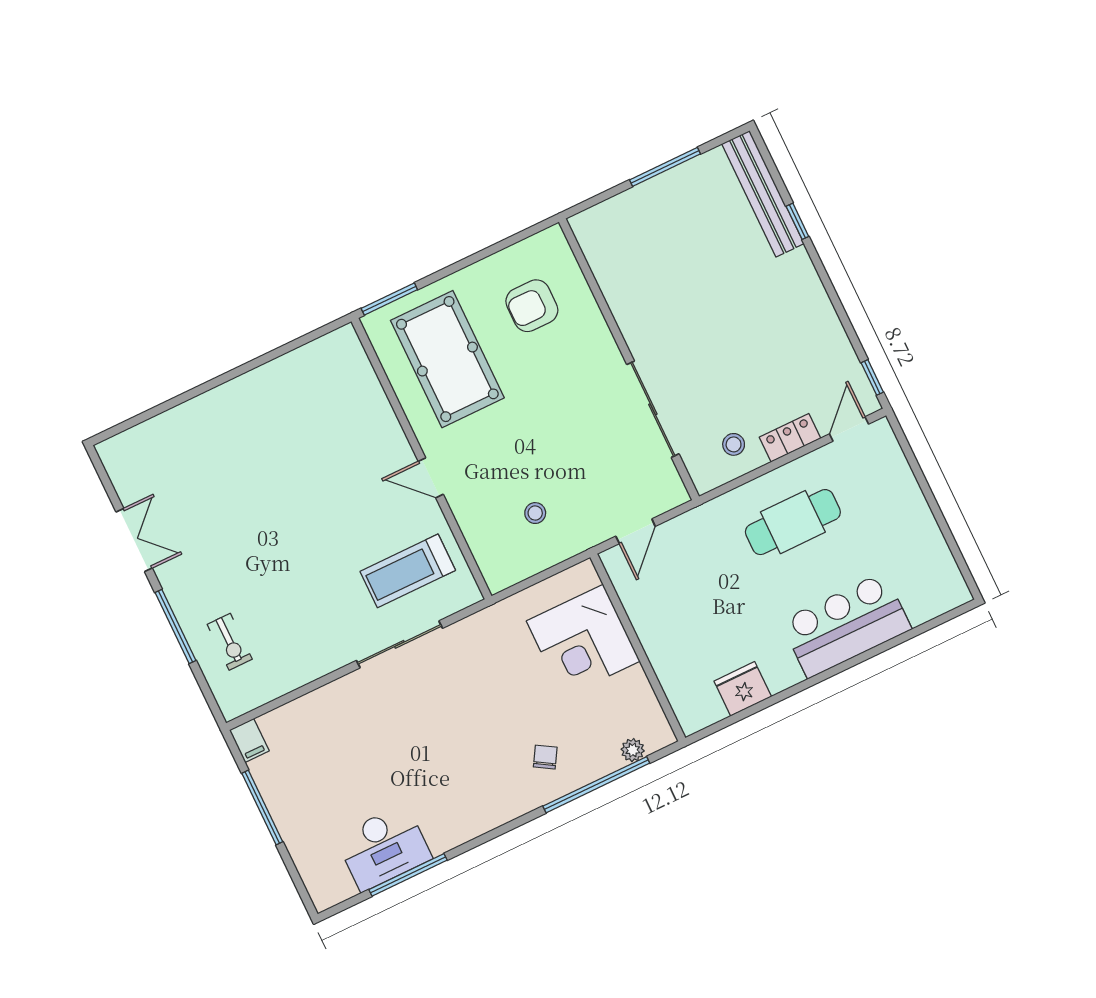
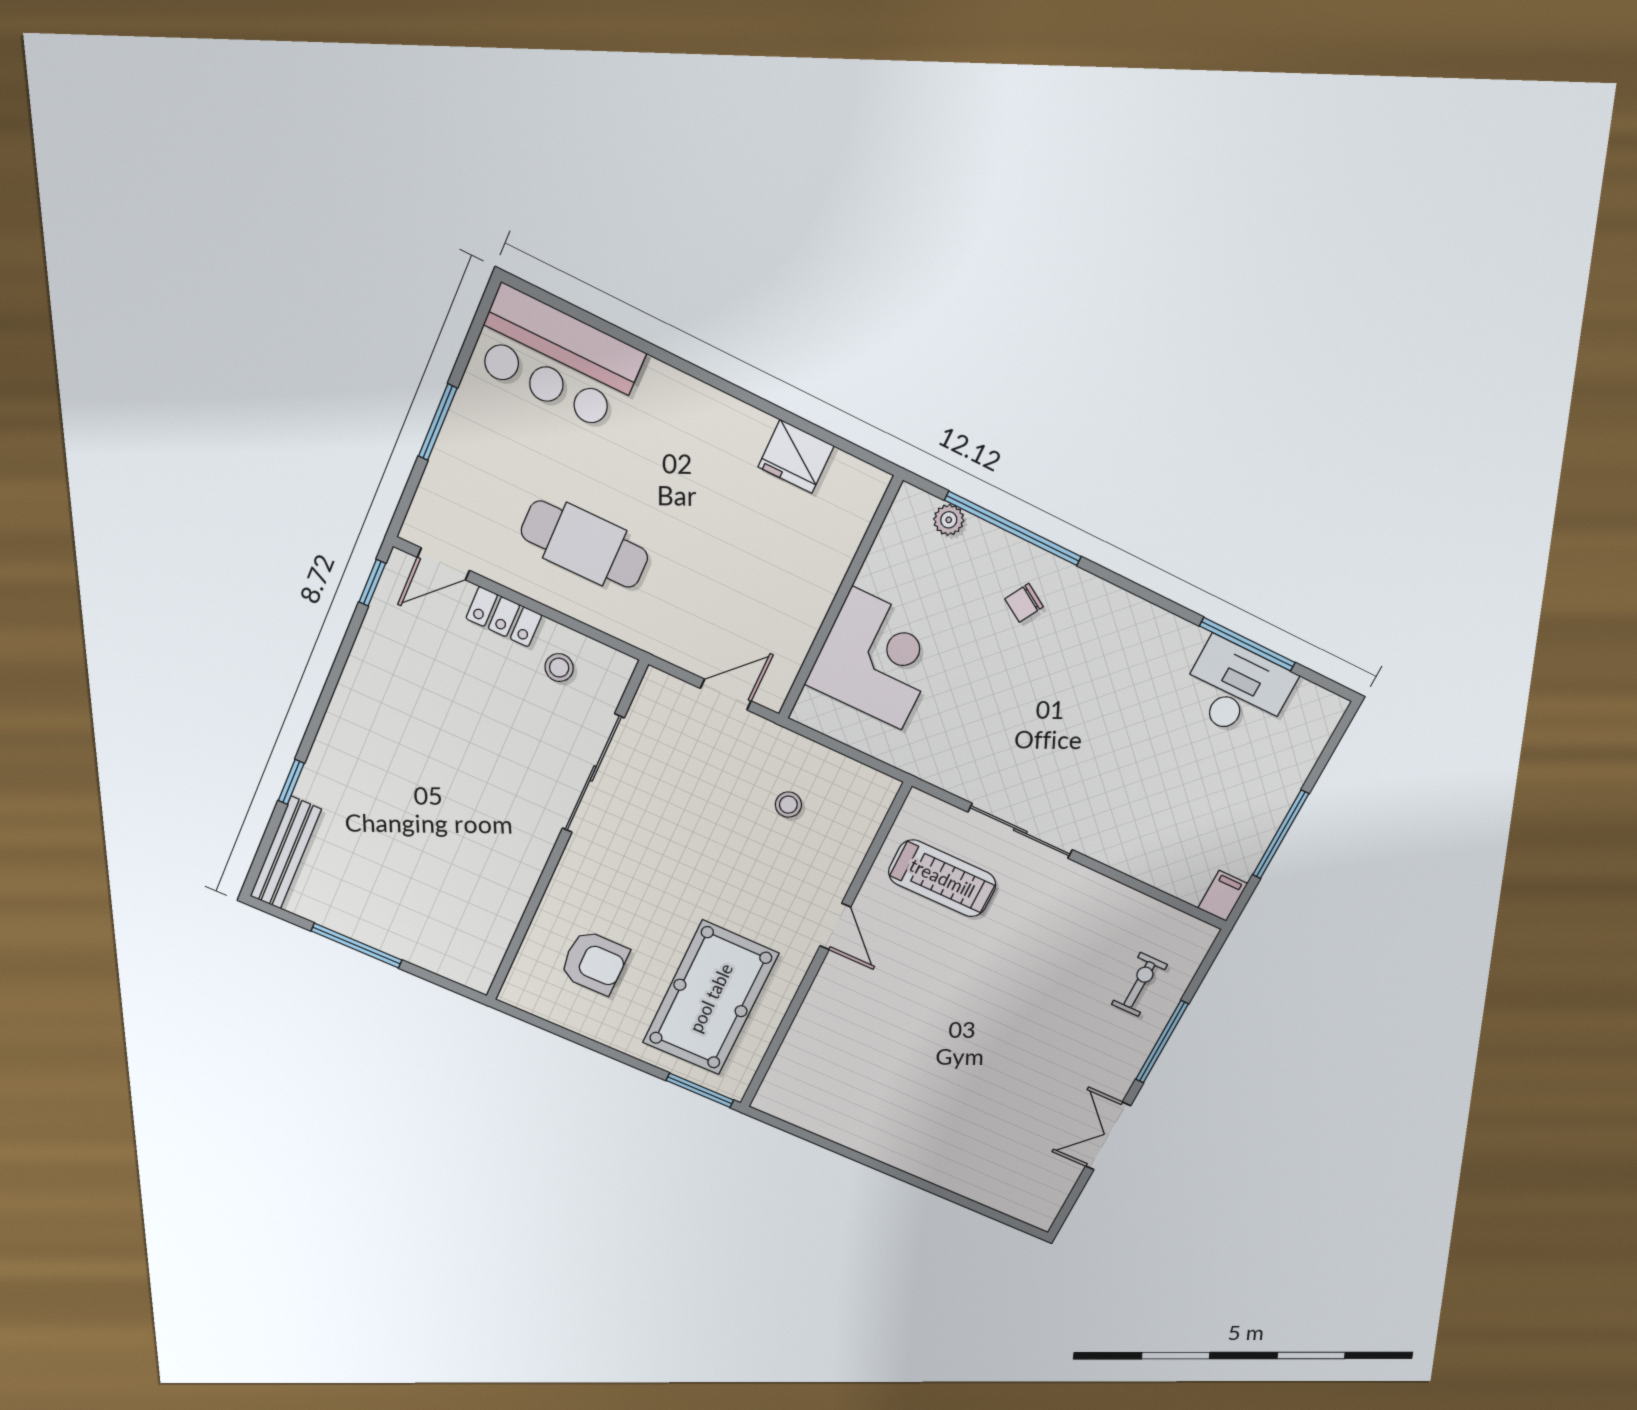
bench: (763, 194) -> (286, 853), width x0.73, depth x0.82
window: (929, 496) -> (438, 422), added
bar counter: (846, 625) -> (557, 359), moved

